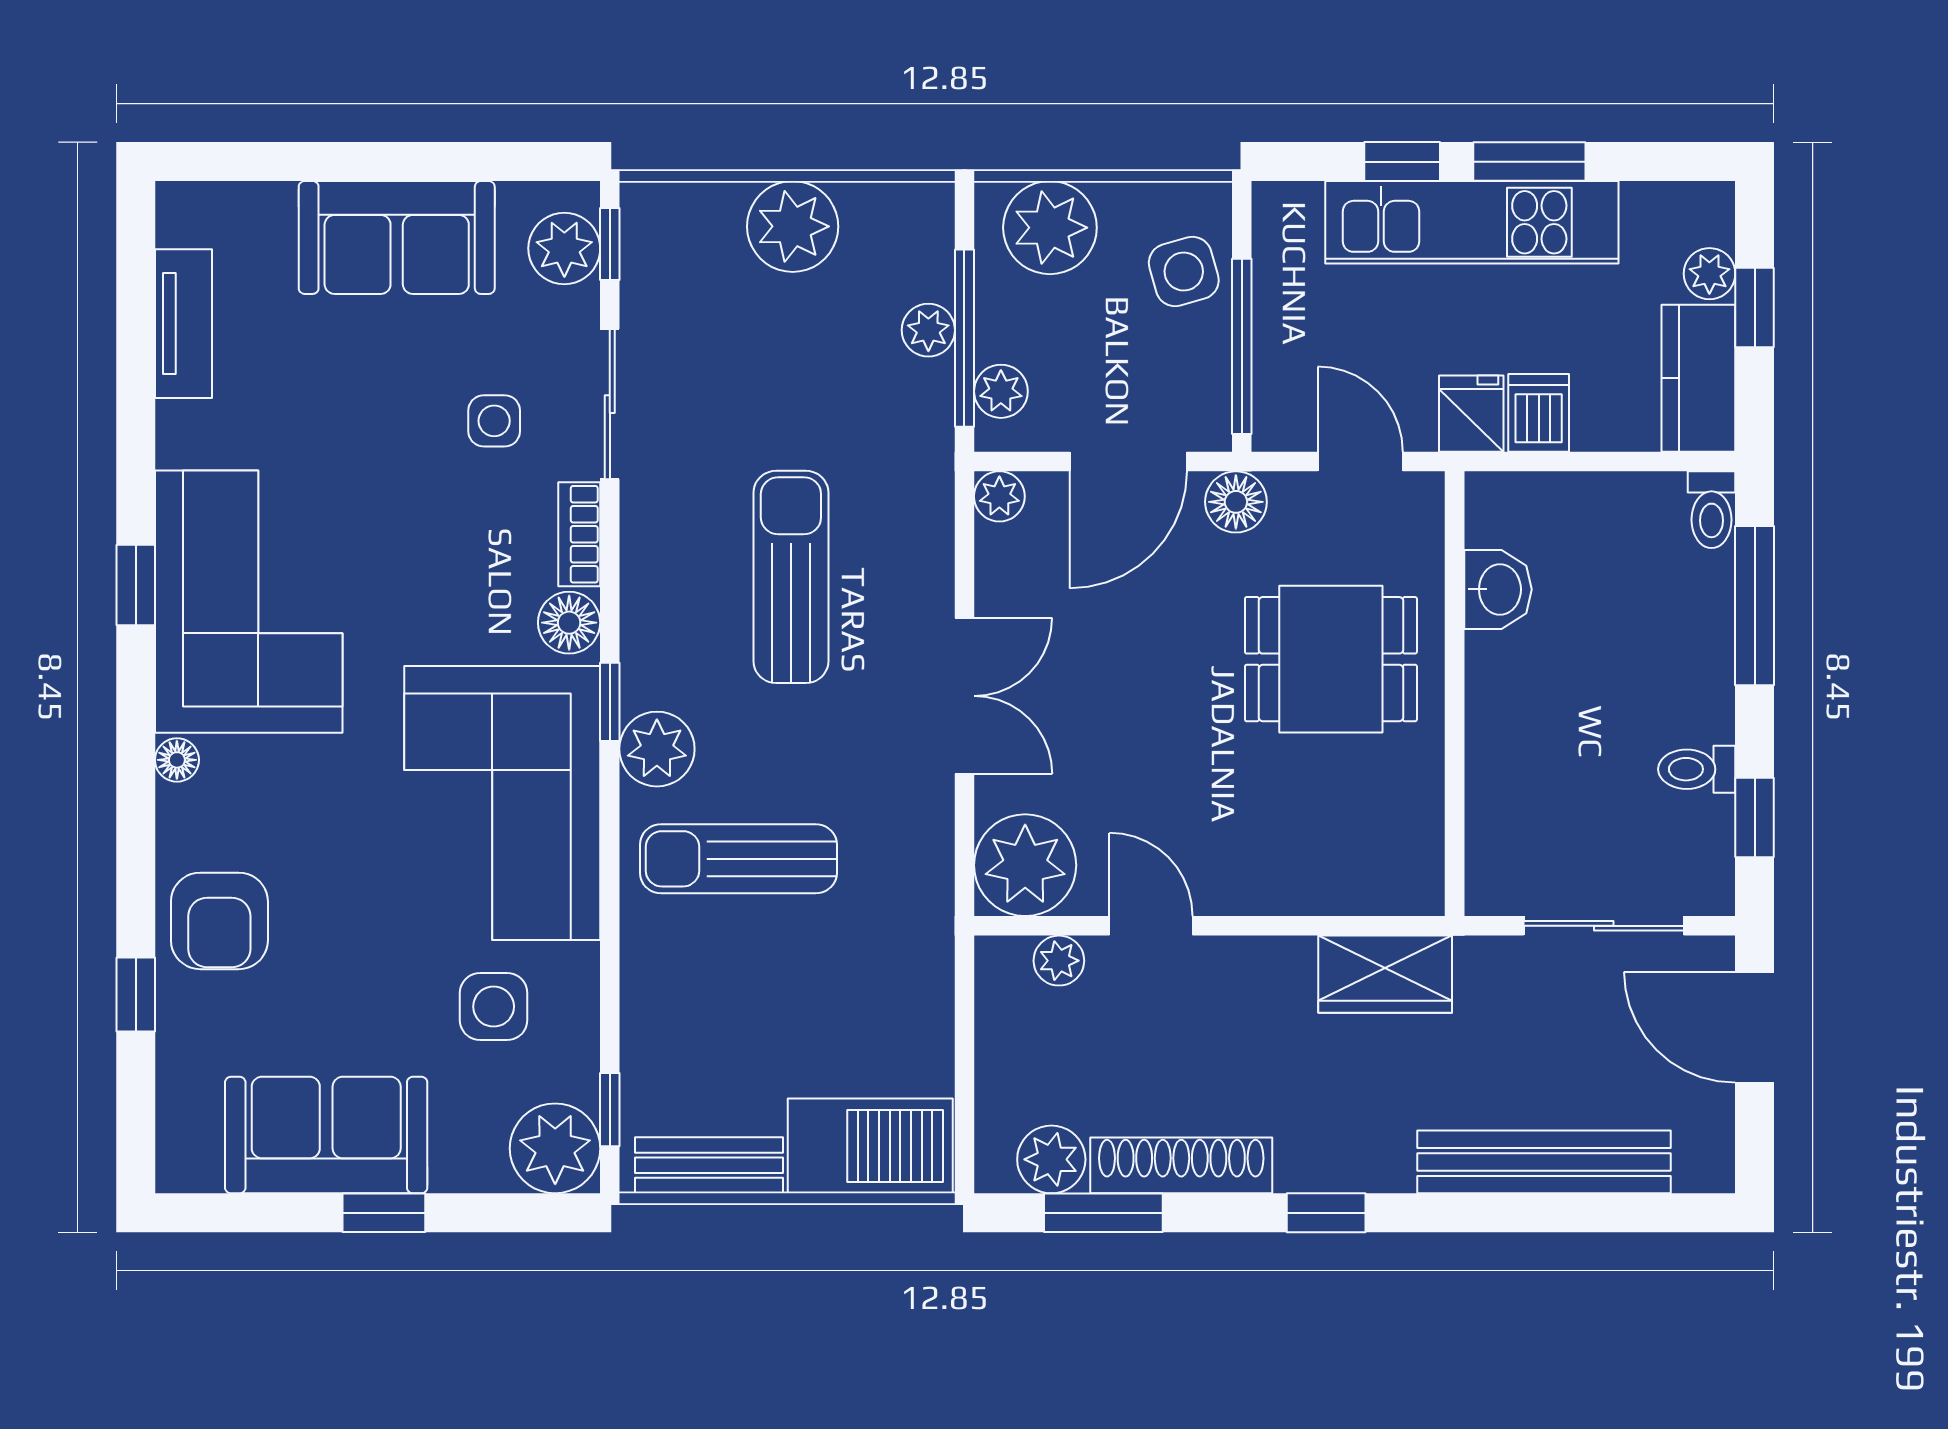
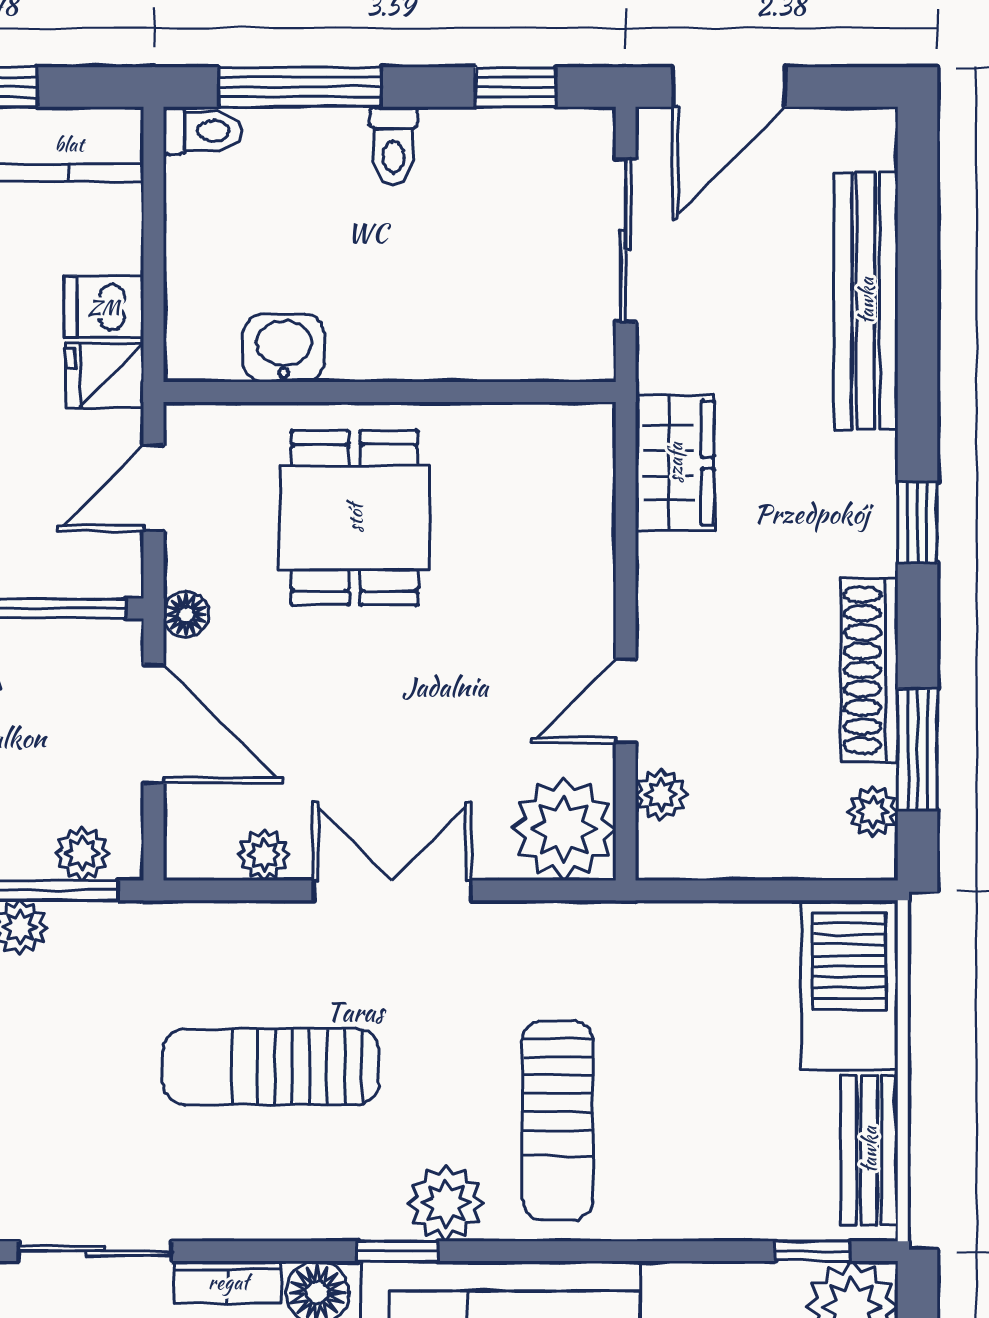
plant: (999, 496) -> (264, 855), moved
floor lamp: (1236, 502) -> (186, 614), width x0.73, depth x0.73
toilet: (1697, 769) -> (394, 146), moved
plant: (1051, 1159) -> (873, 812), width x0.73, depth x0.73

